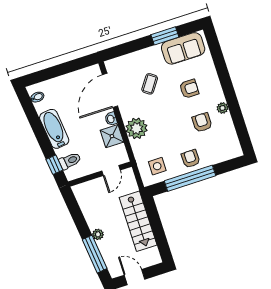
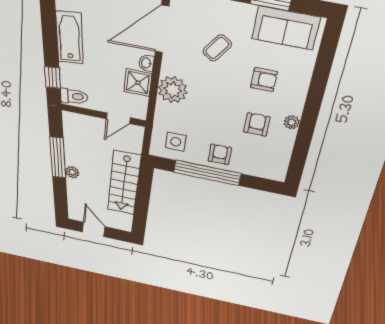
toilet: (70, 161) -> (74, 96), moved
window: (95, 254) -> (58, 158), moved

